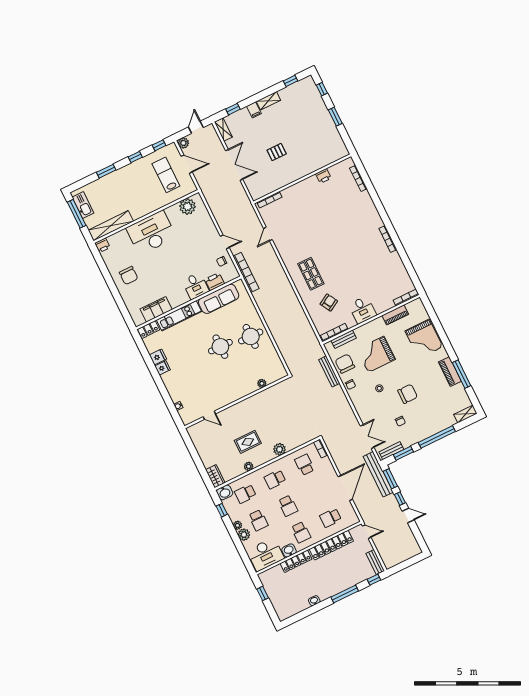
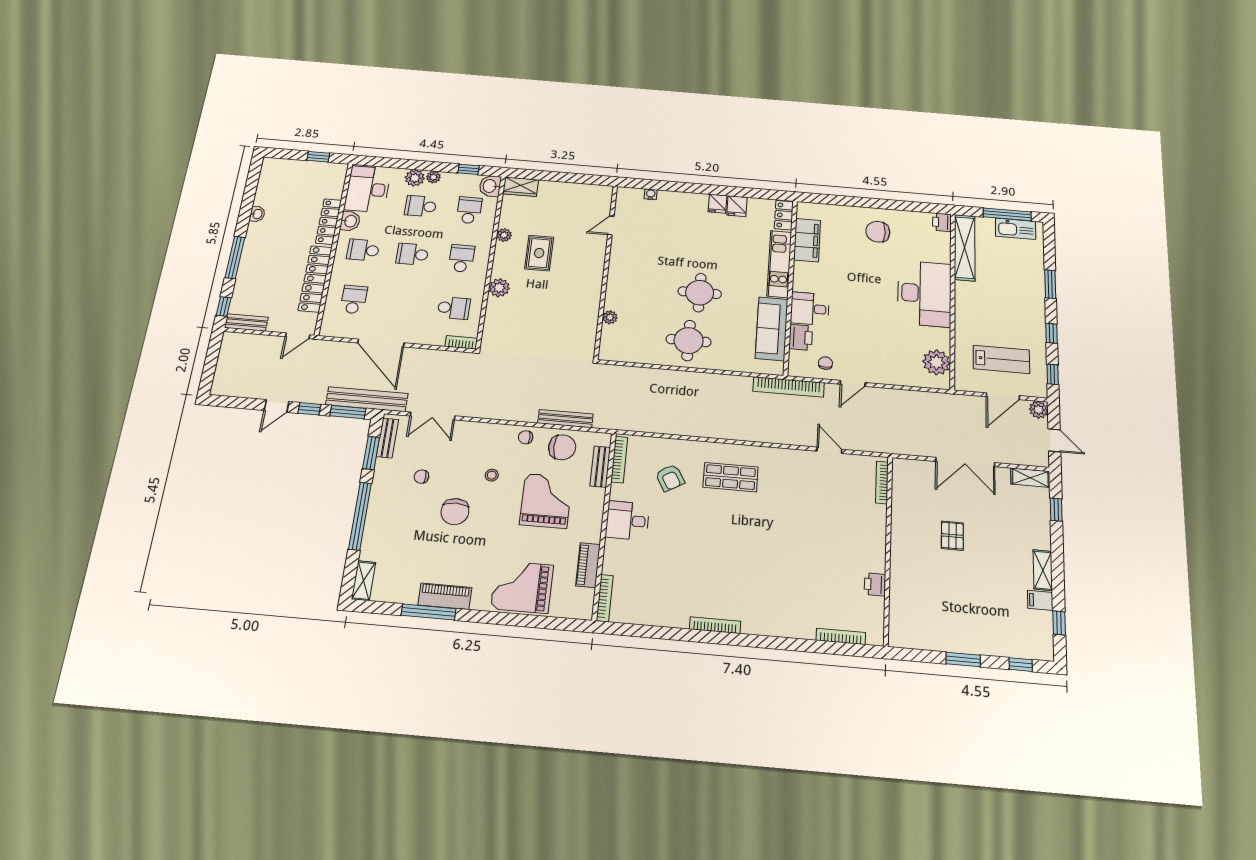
filing cabinet: (254, 110) -> (1040, 600), moved

